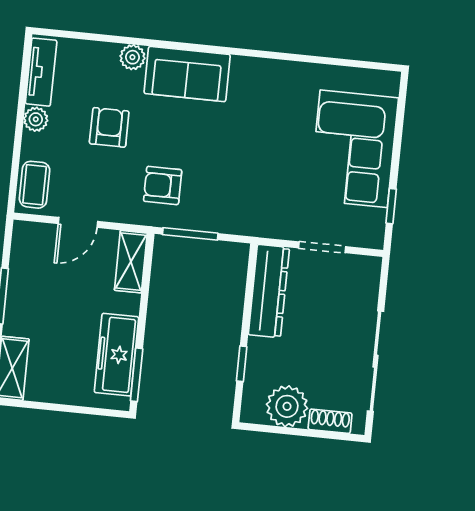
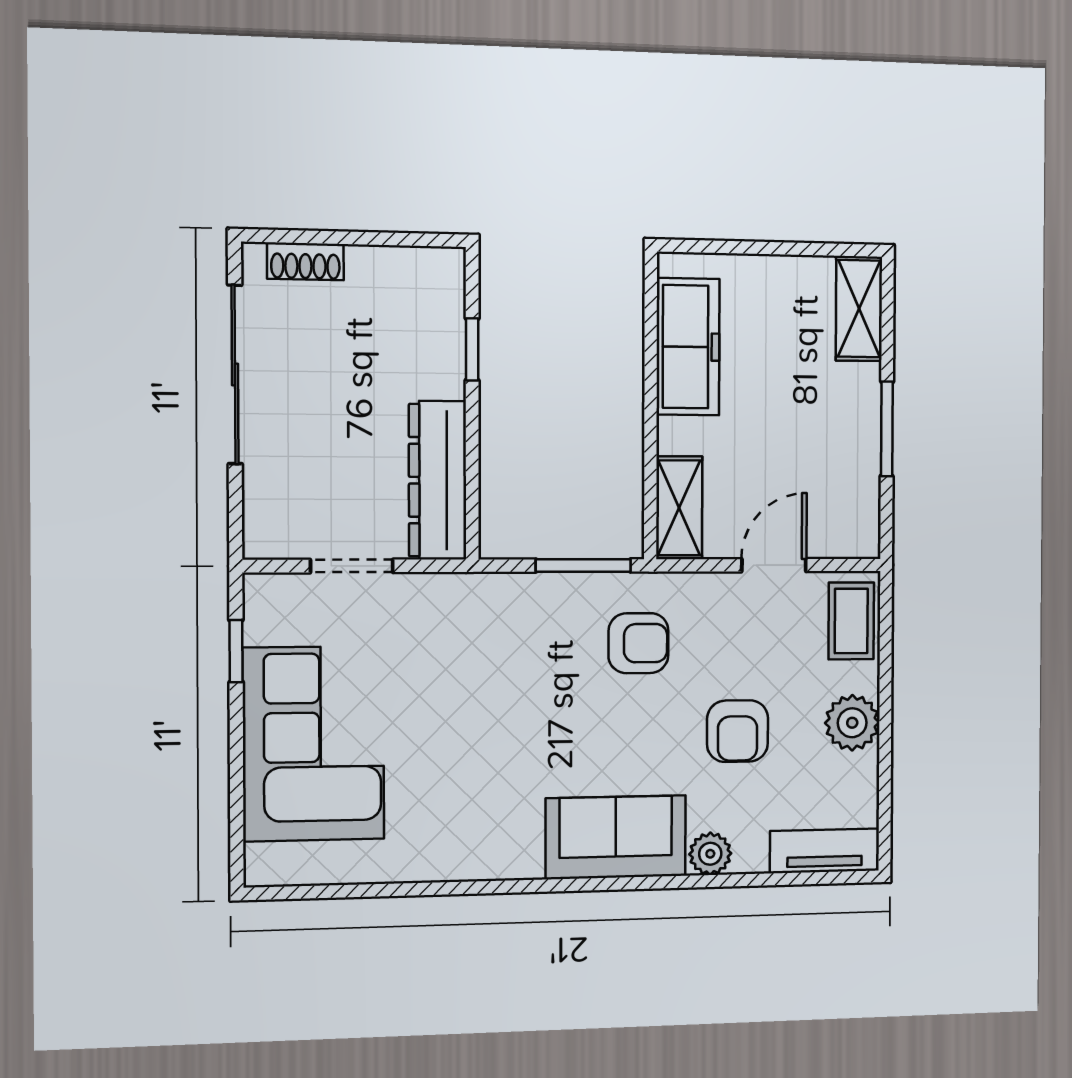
tv unit: (41, 72) -> (825, 851), moved, turned 90
plant: (36, 119) -> (852, 723), width x1.38, depth x1.38
window: (137, 375) -> (651, 315), removed
plant: (287, 406) -> (385, 282), removed

